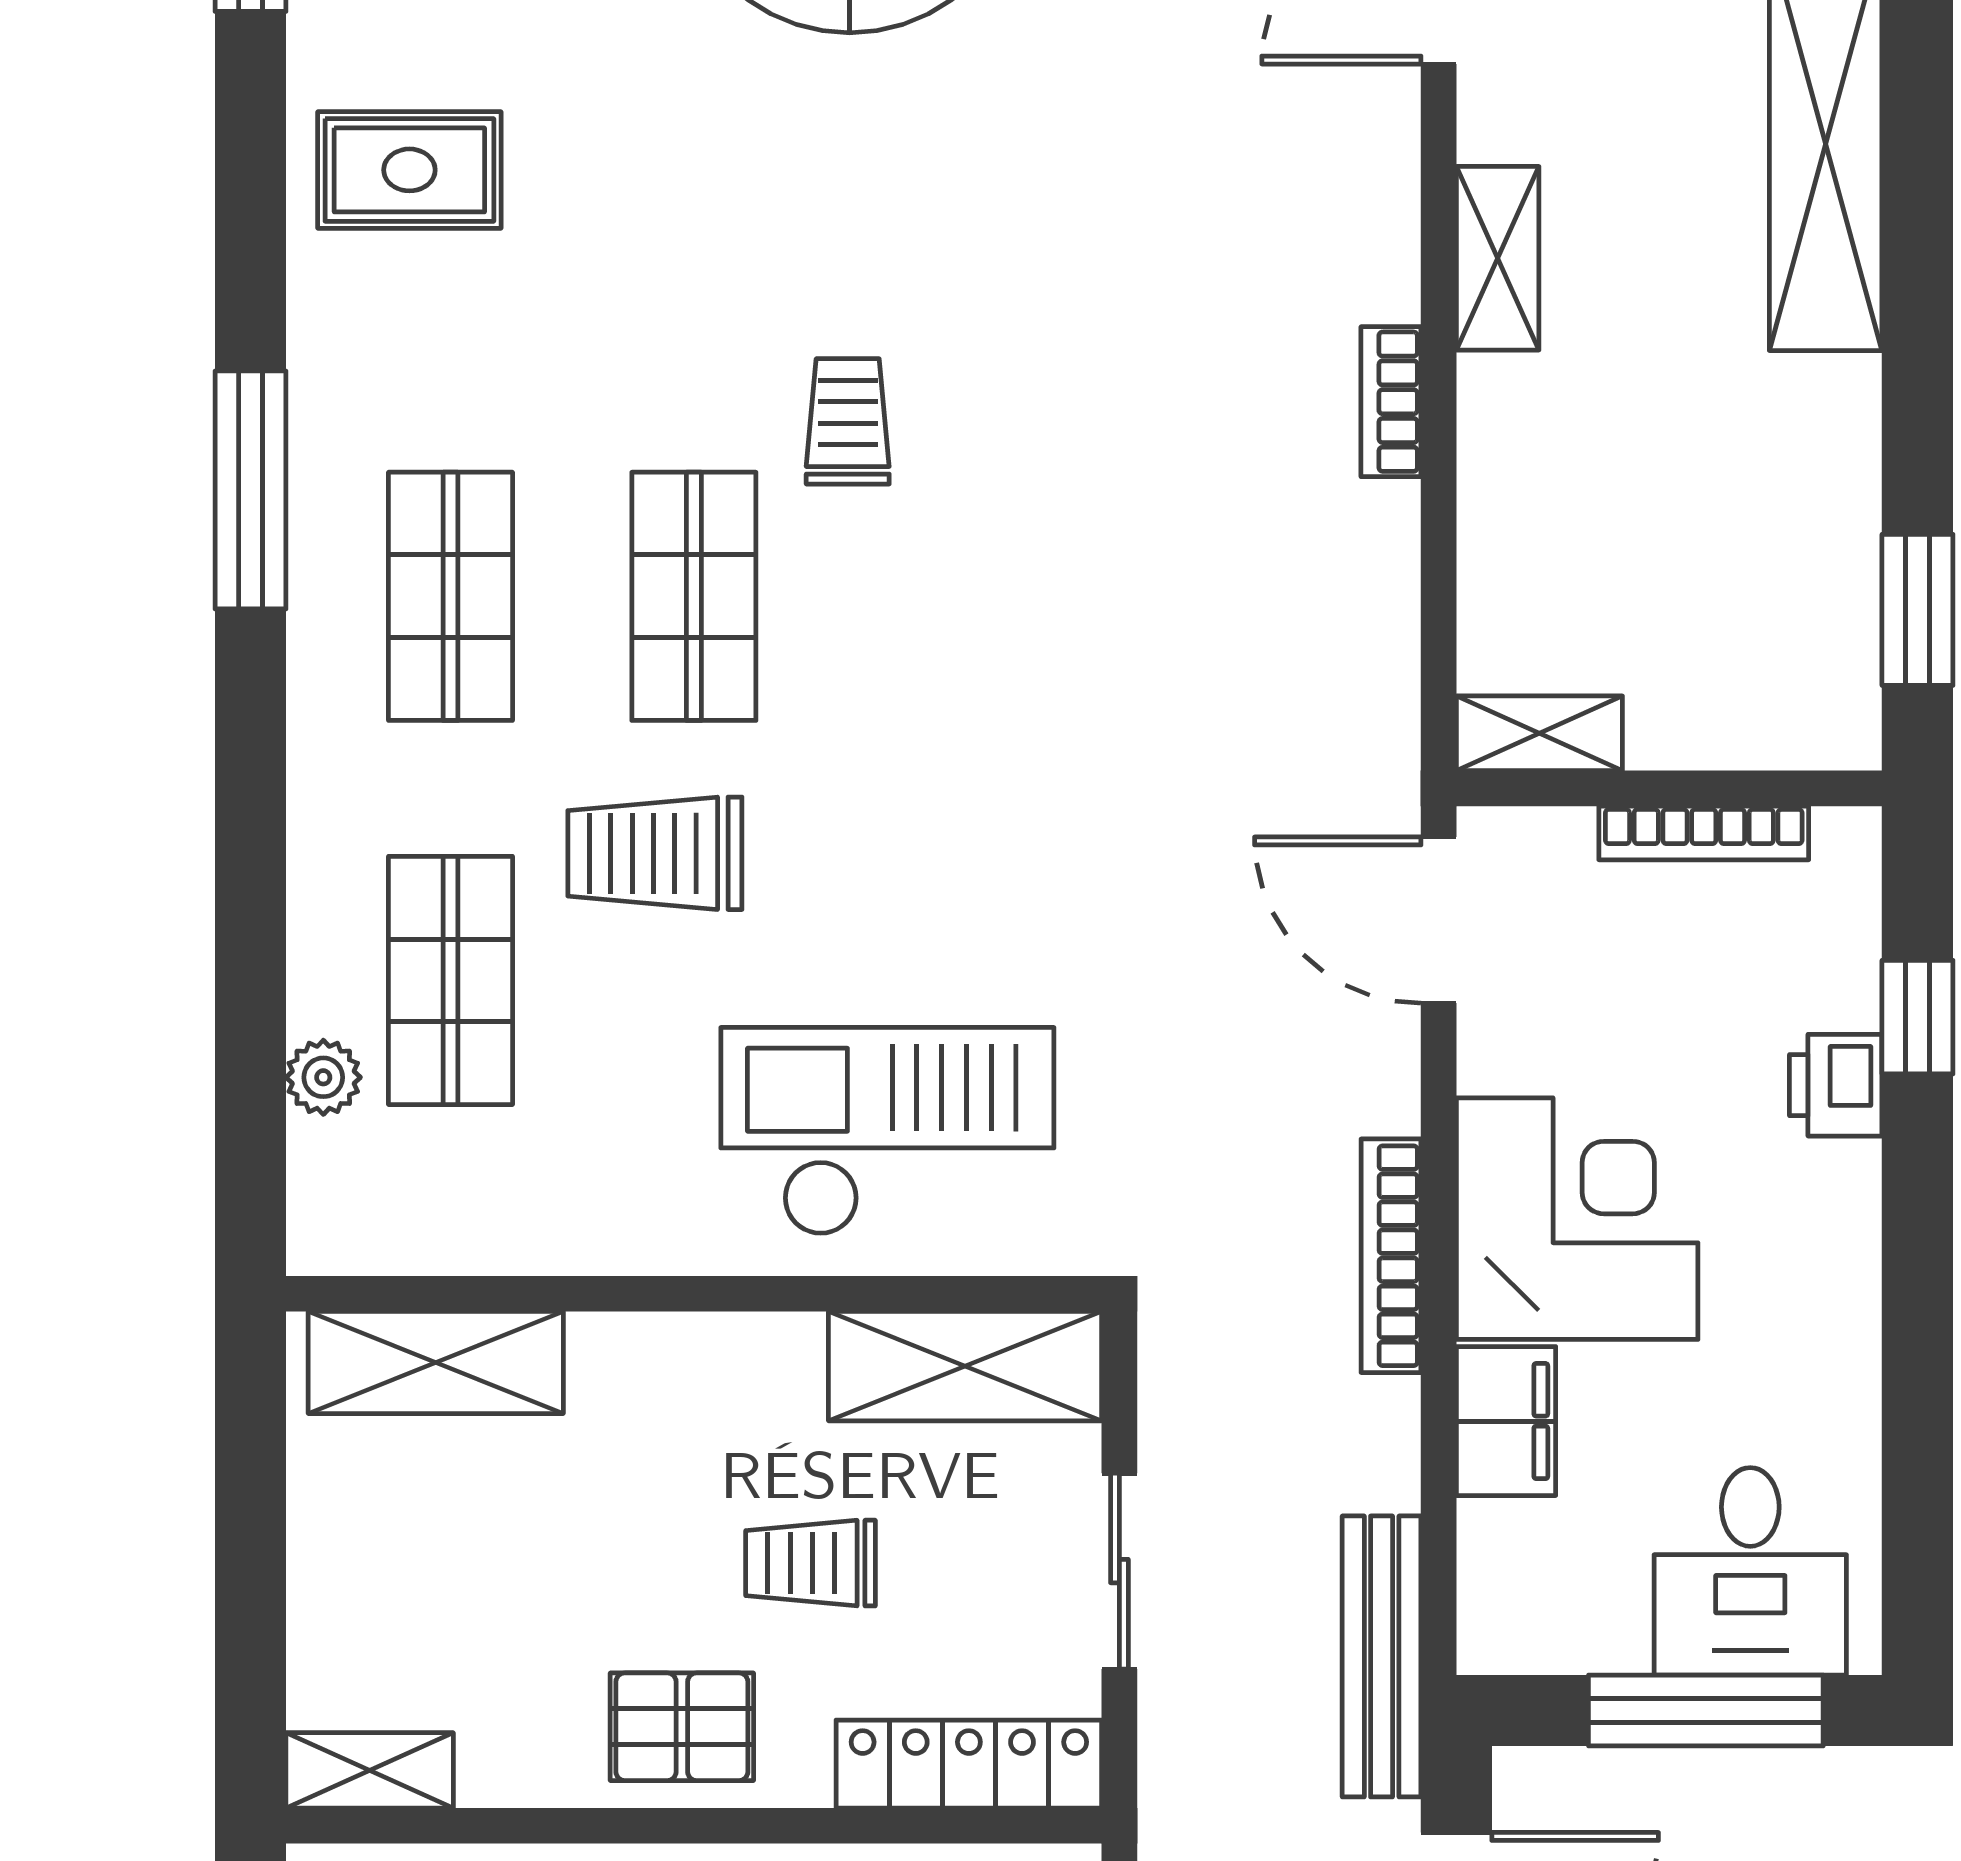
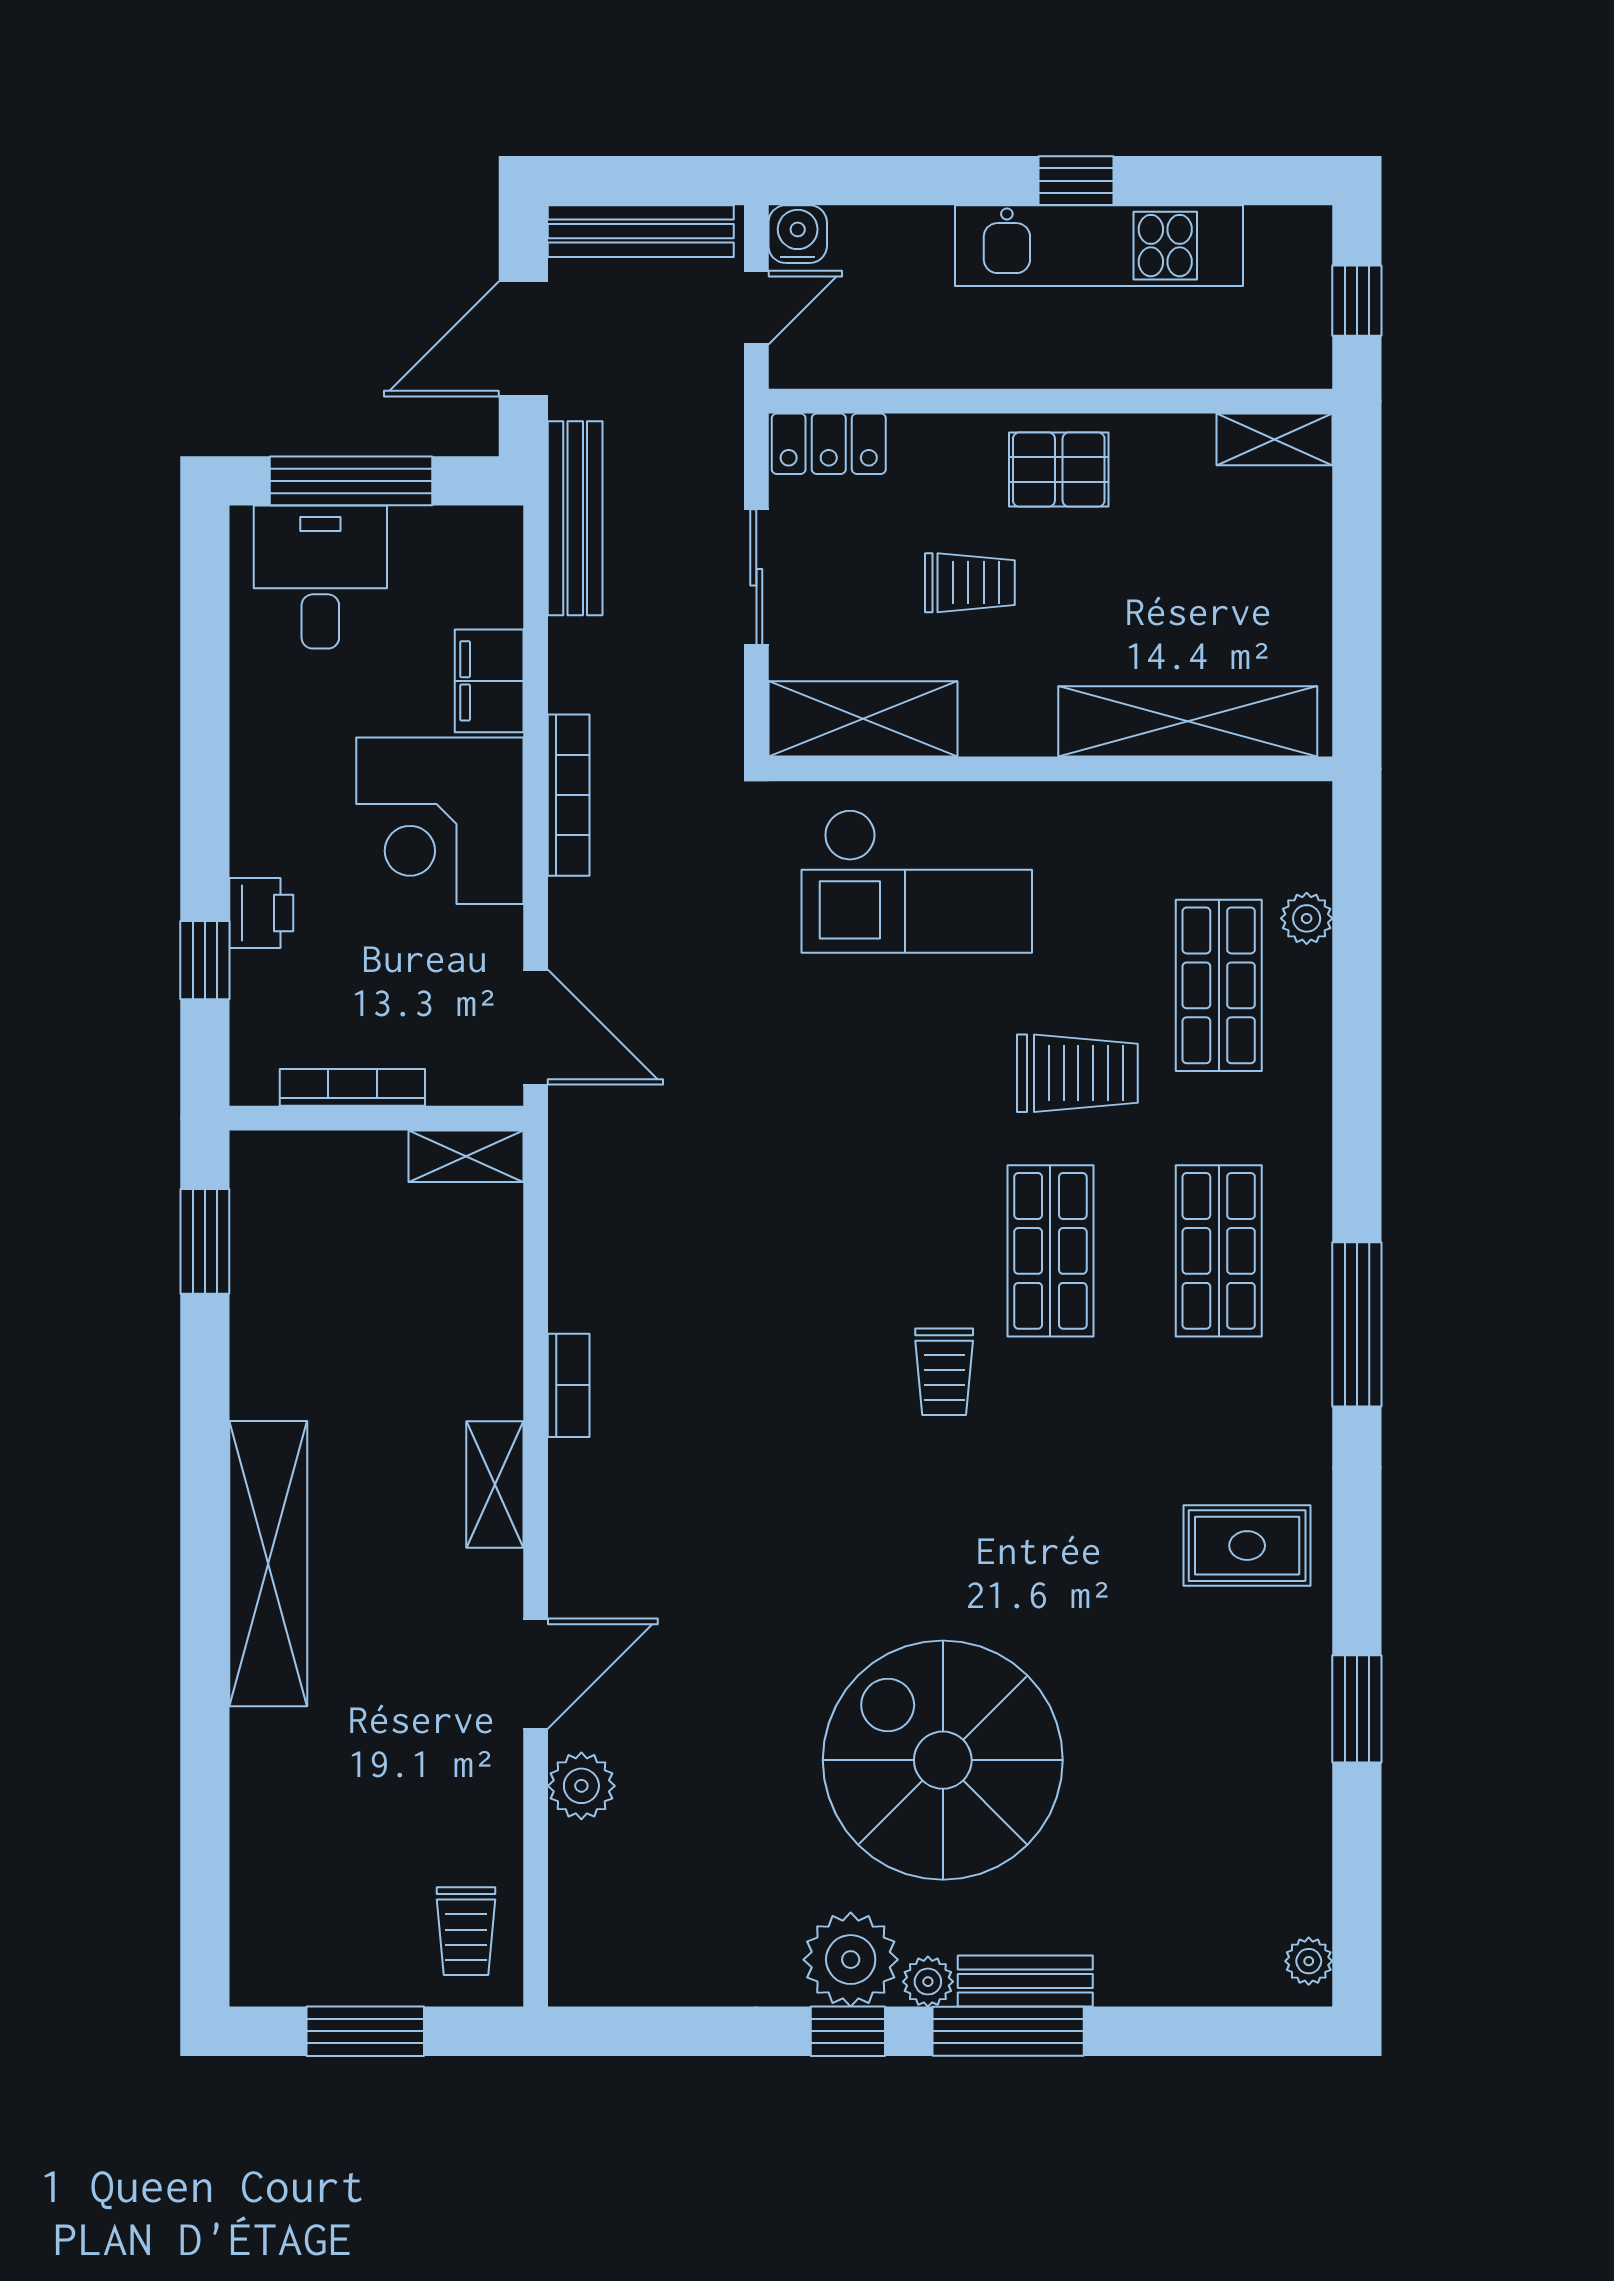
shelving: (436, 1363) -> (1188, 721), width x1.47
locker: (969, 1764) -> (829, 444), width x0.66

